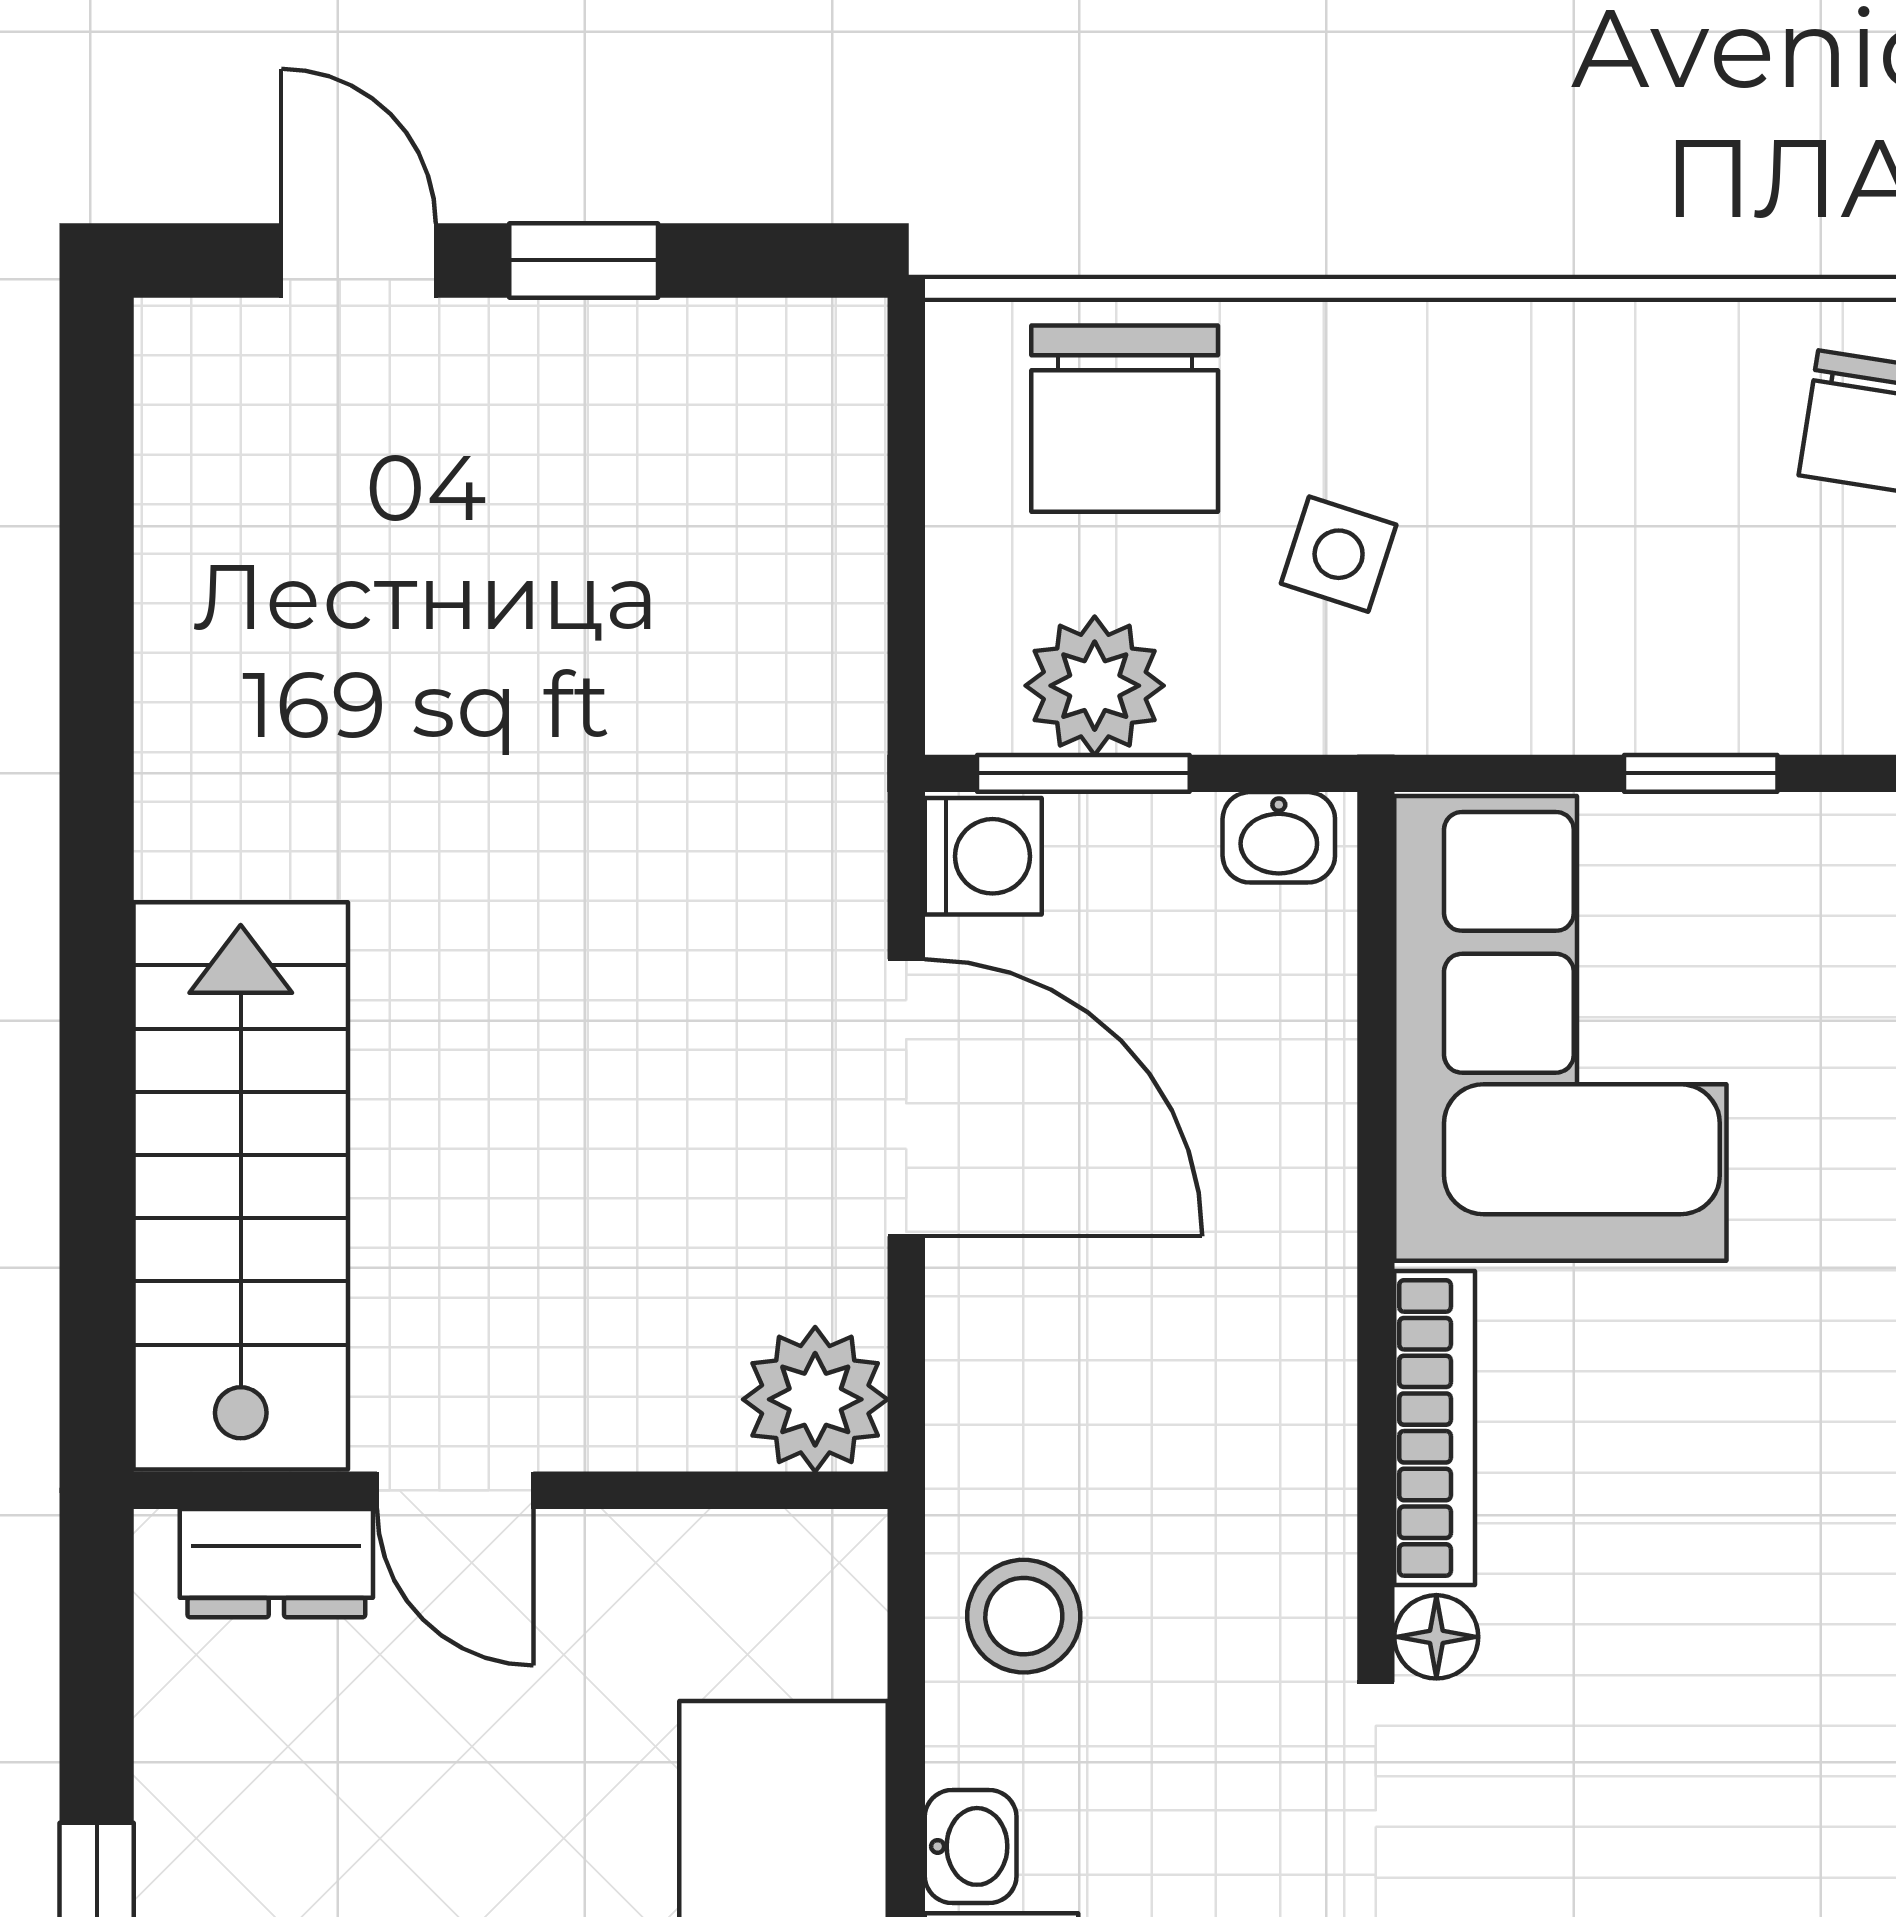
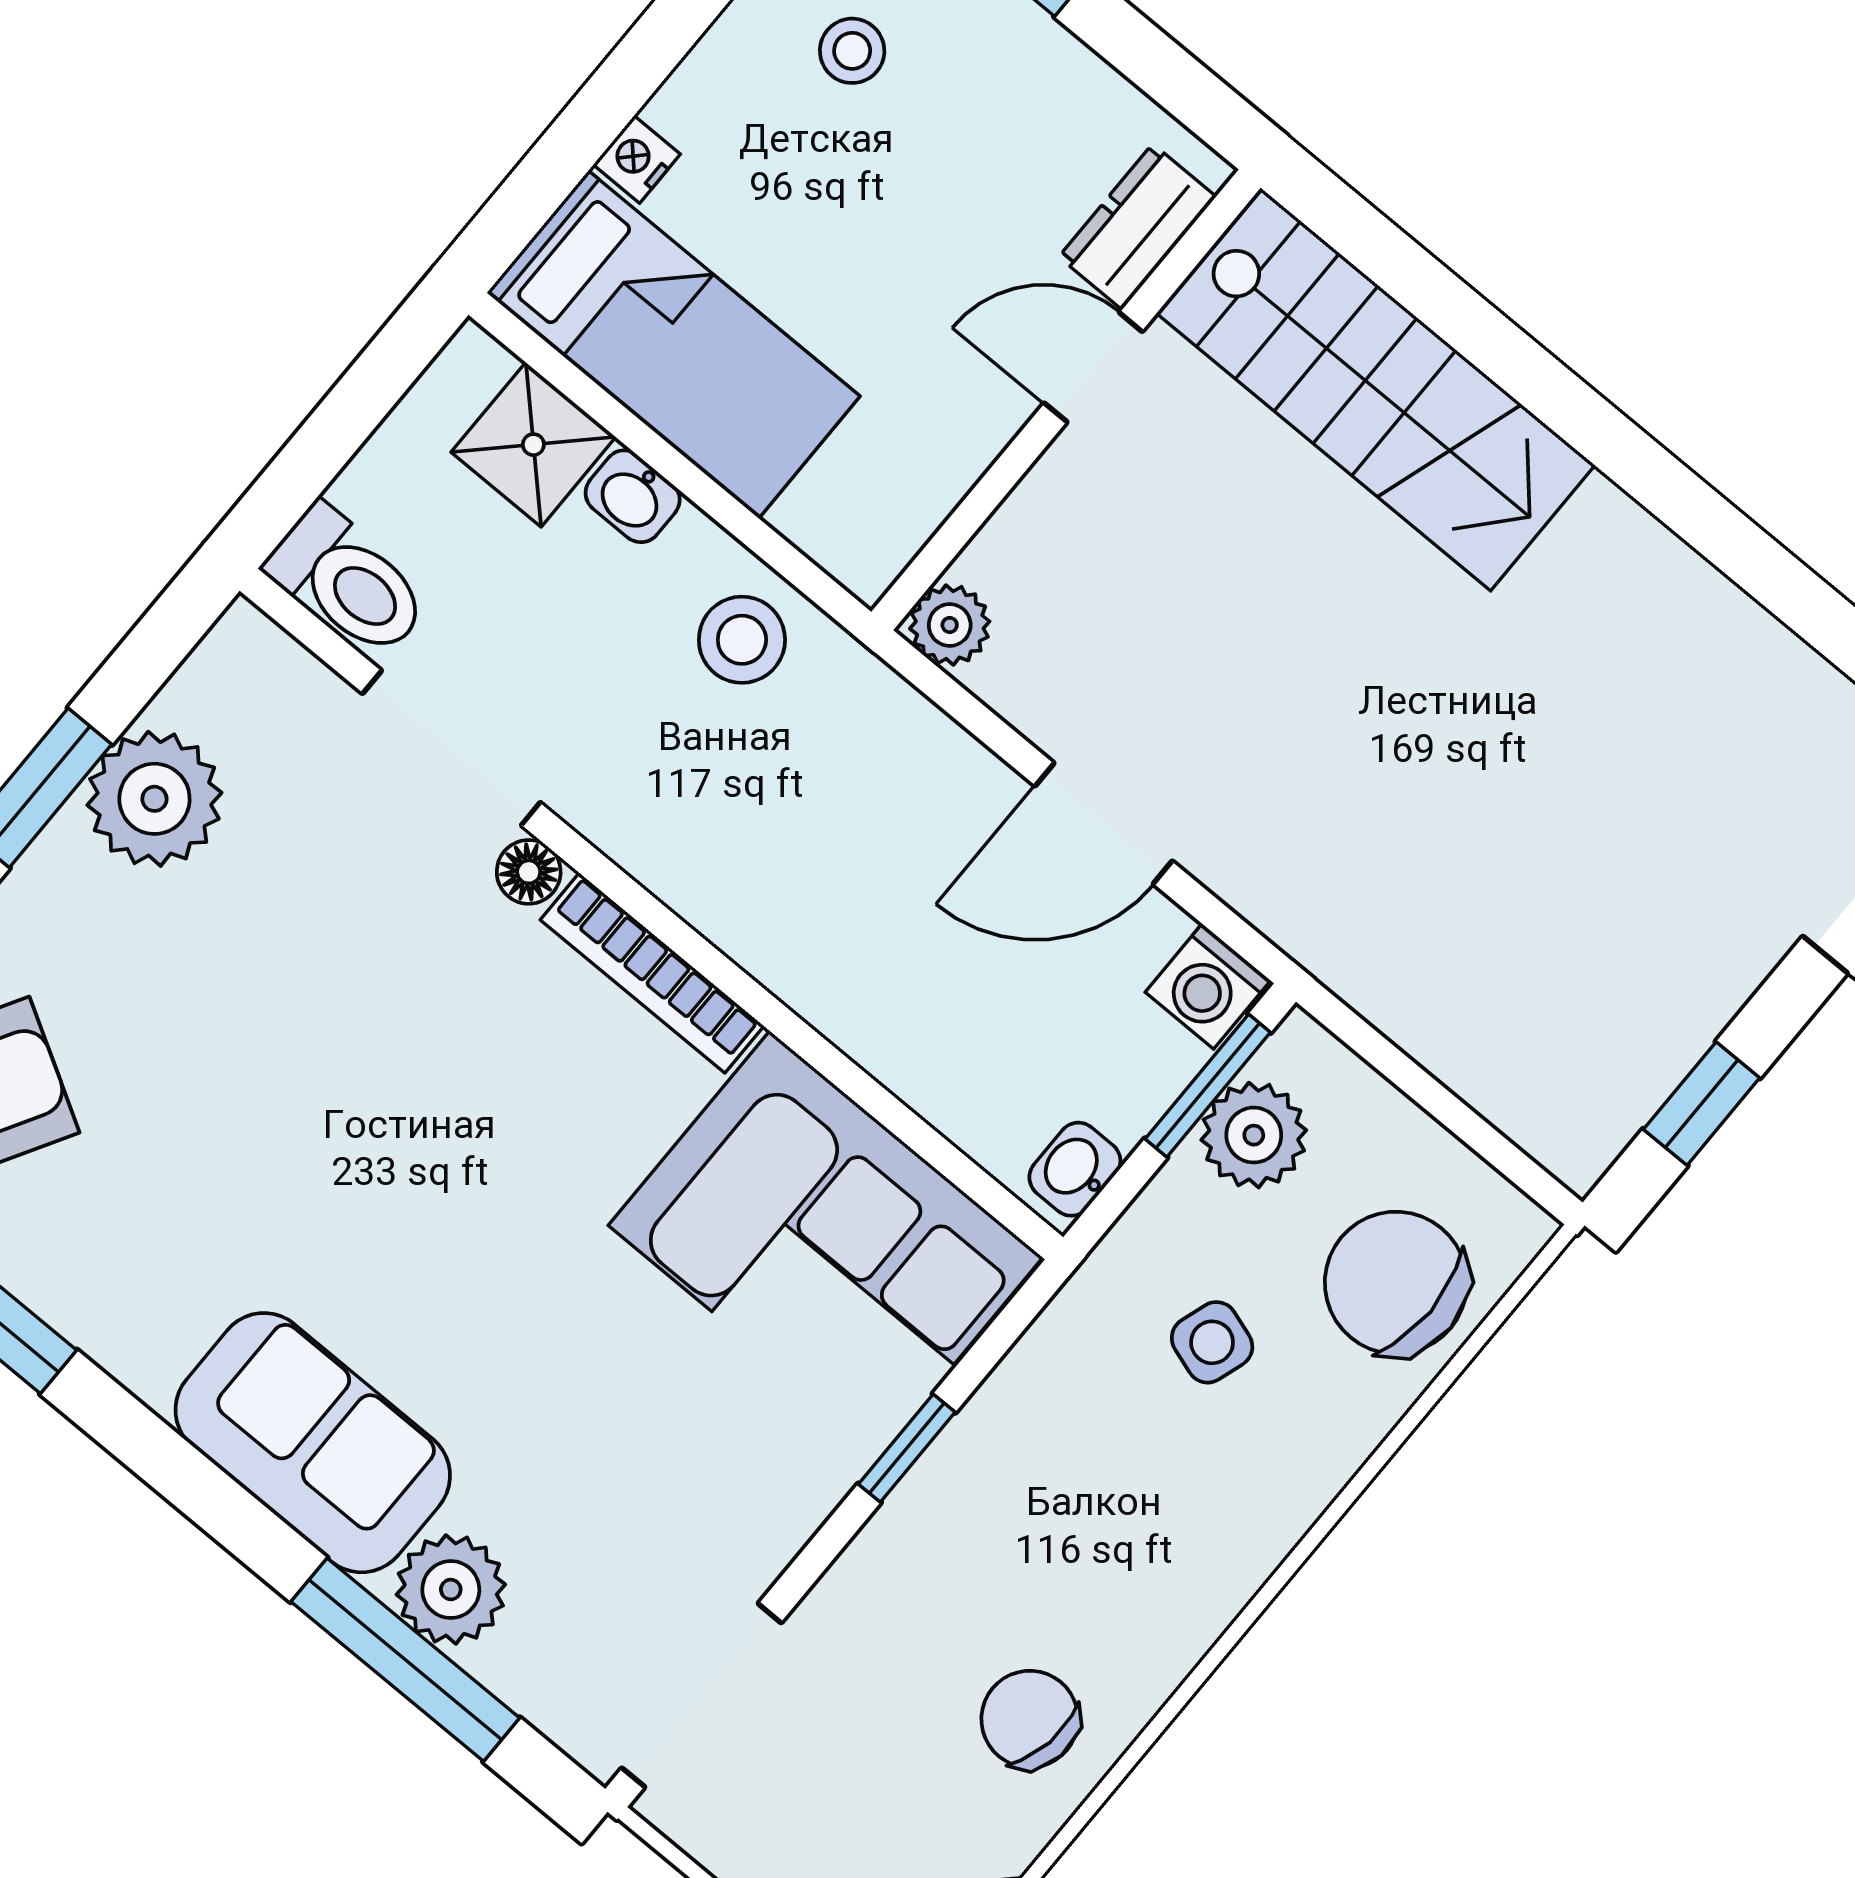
window: (584, 260) -> (1702, 1104), moved
door: (906, 1098) -> (1104, 823), width x0.73
plant: (815, 1399) -> (950, 625), width x0.73, depth x0.73

